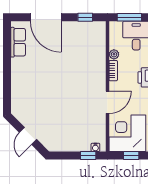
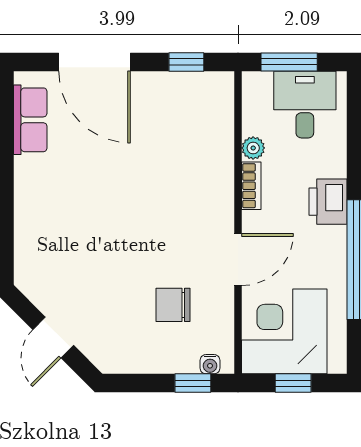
chair: (80, 122) -> (173, 305), added

